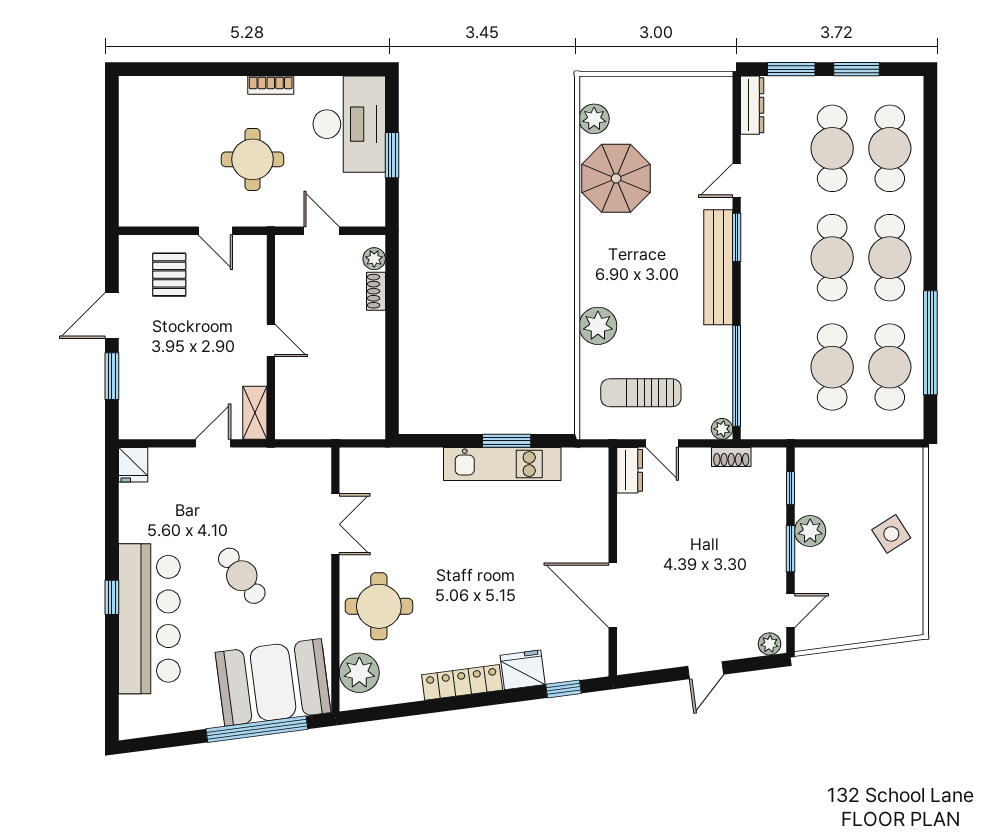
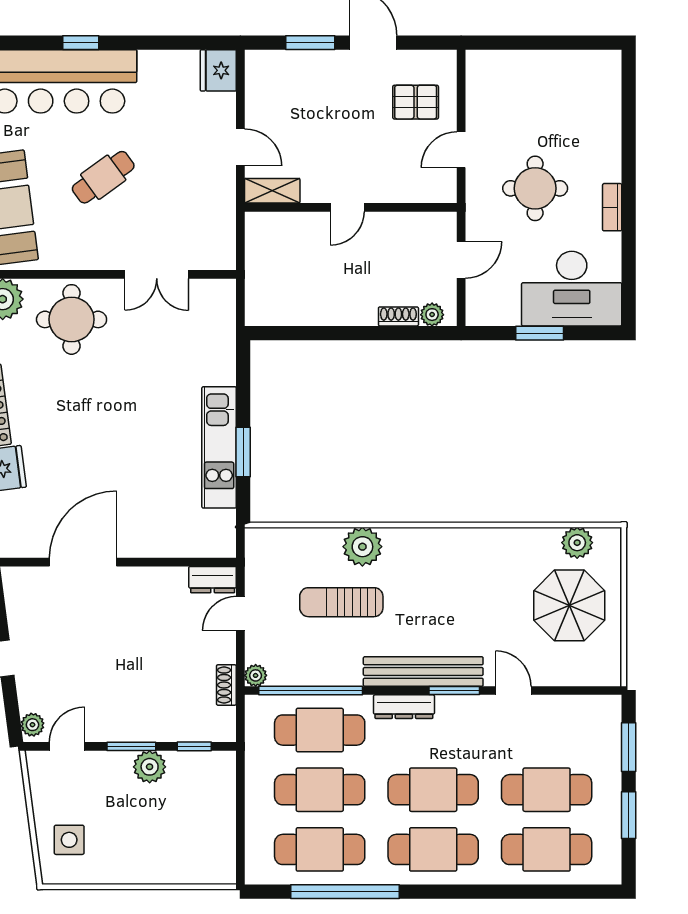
dresser: (752, 105) -> (404, 707), moved
parasol: (616, 178) -> (569, 605), moved
cafe table: (775, 367) -> (320, 730), added
sun lounger: (641, 393) -> (341, 602), moved, turned -90
fridge: (133, 465) -> (218, 70), width x1.38
side table: (891, 534) -> (69, 840), moved, turned 33
door: (790, 611) -> (67, 746), swing flipped

